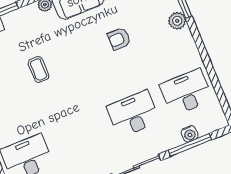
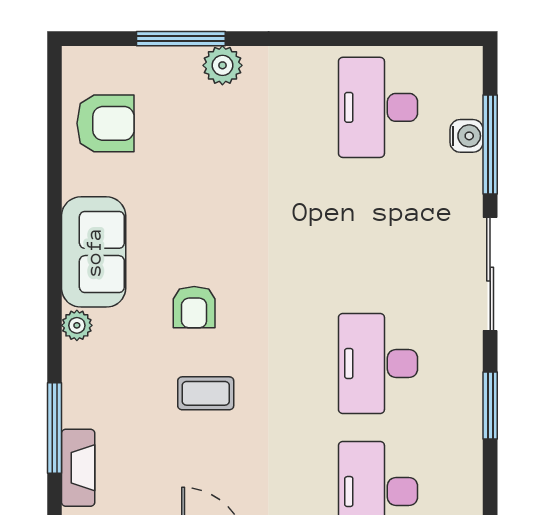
armchair: (119, 39) -> (194, 307), moved
desk: (133, 114) -> (378, 363), moved

